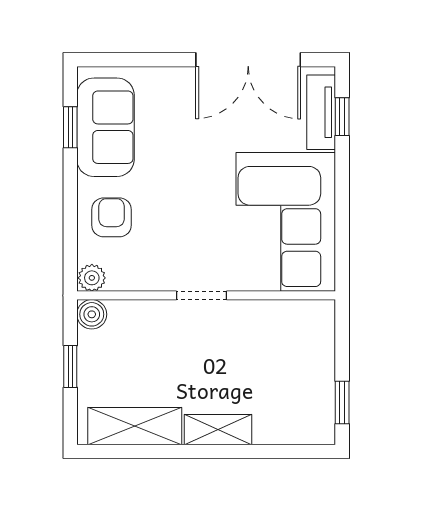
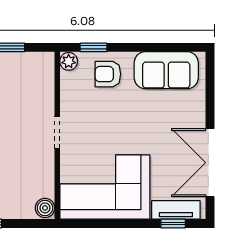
window: (70, 127) -> (94, 47), moved
armchair: (111, 217) -> (108, 74), turned 180
boiler: (92, 314) -> (45, 208), moved

